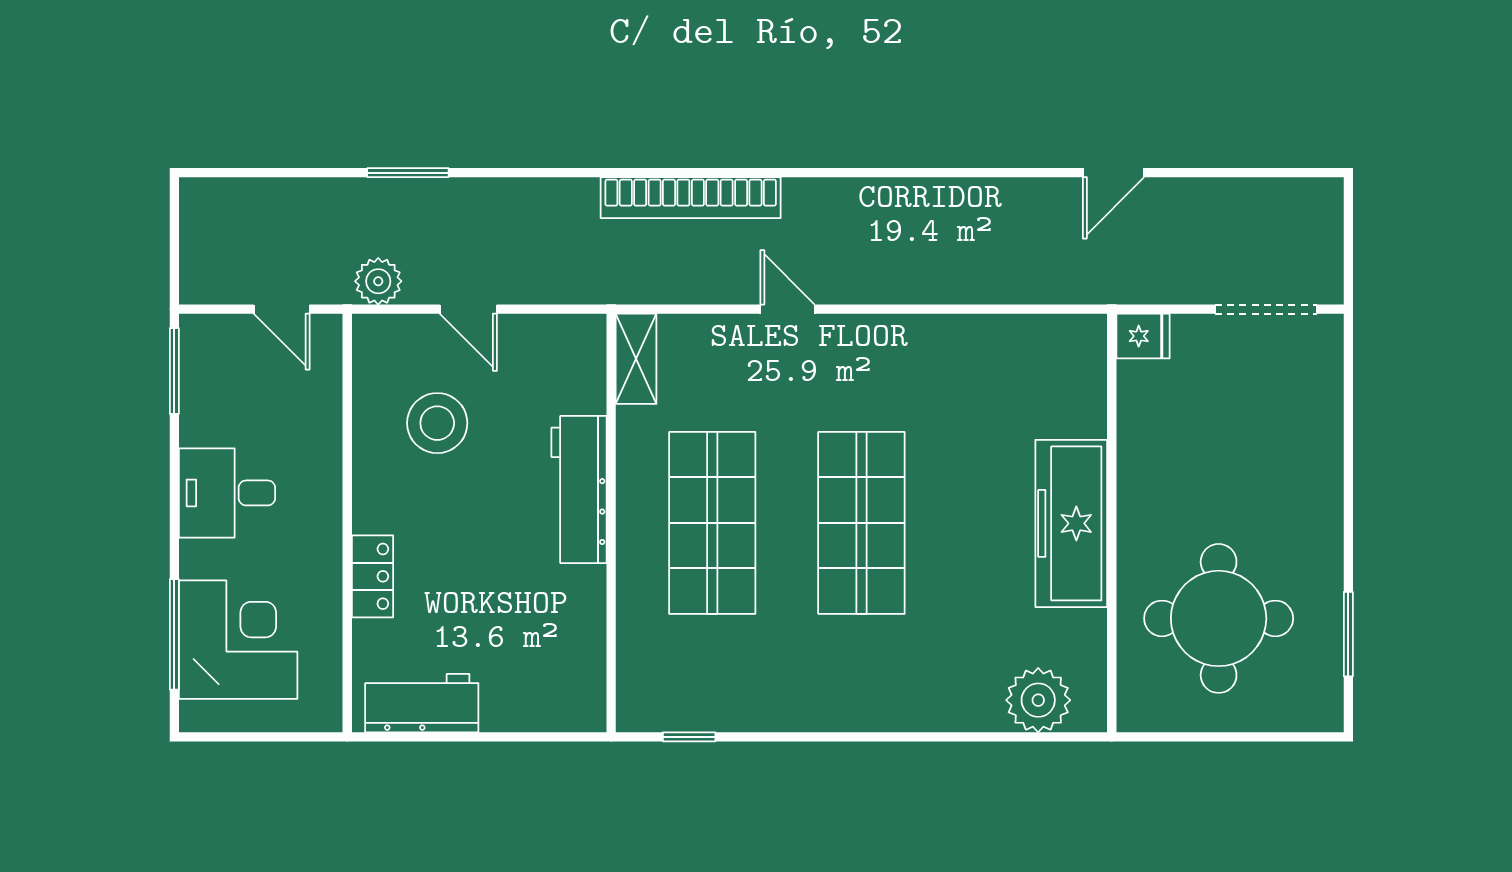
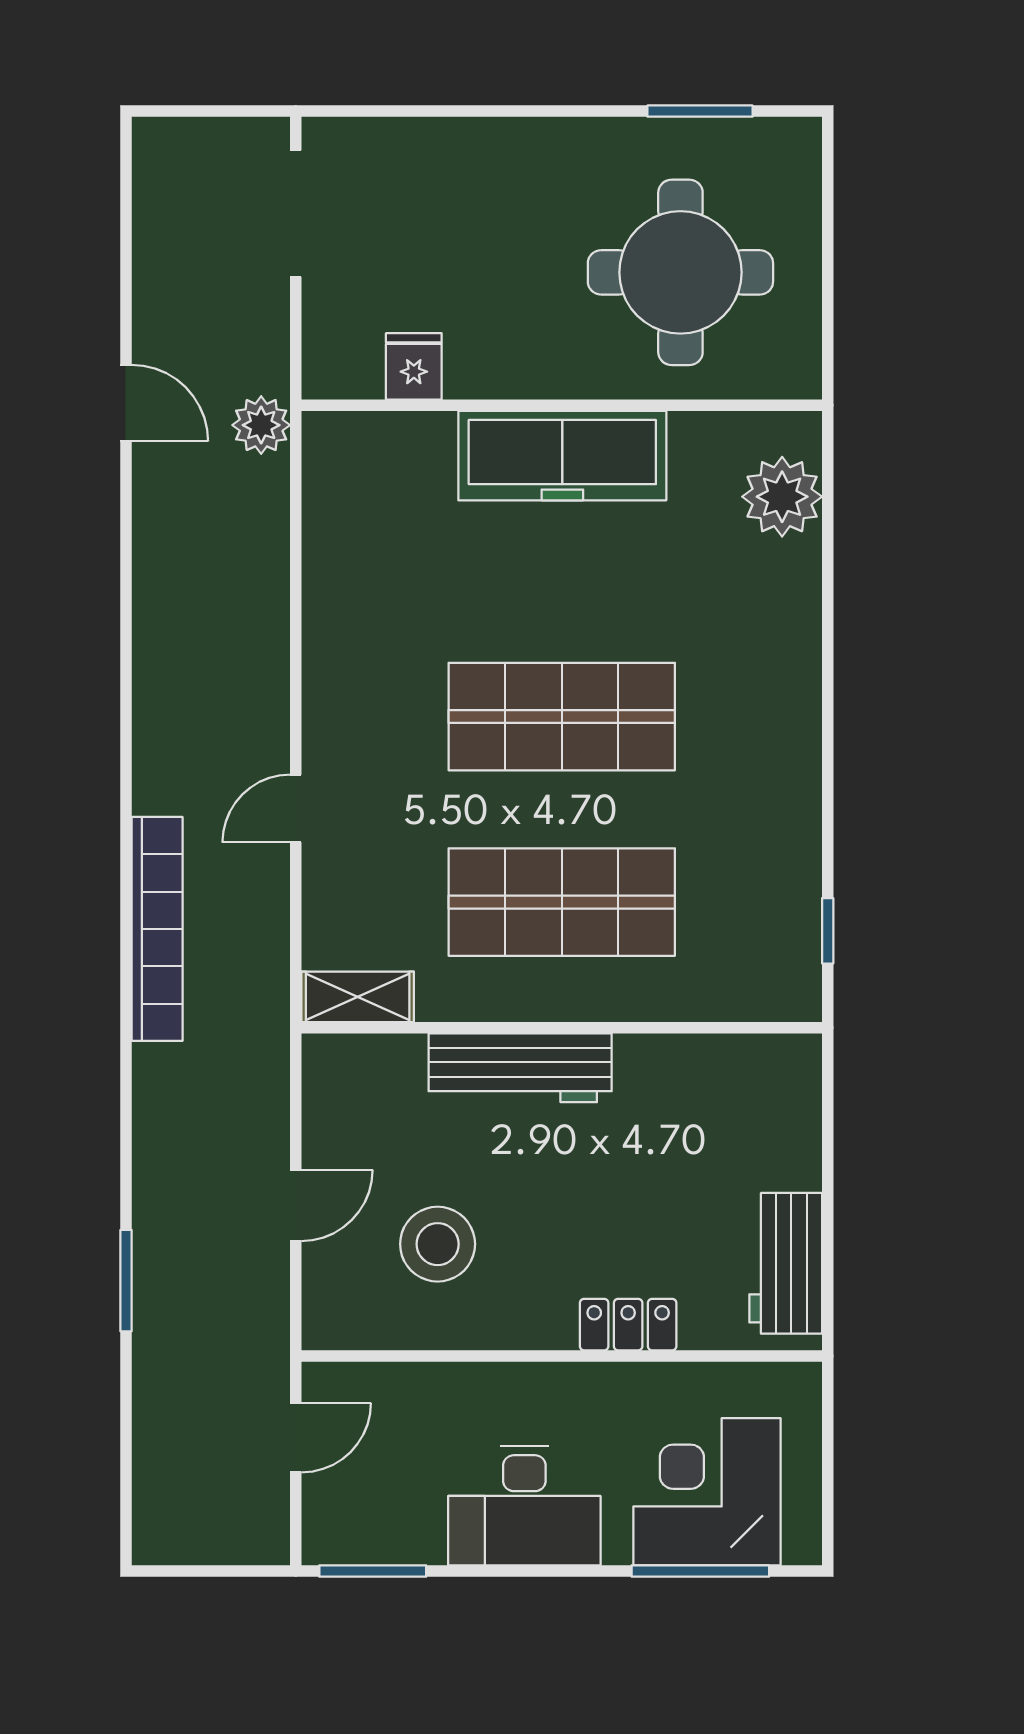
plant: (378, 281) -> (261, 425), moved
fridge: (1143, 336) -> (414, 366), moved
desk: (227, 493) -> (524, 1506), width x1.37

